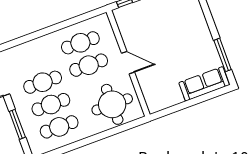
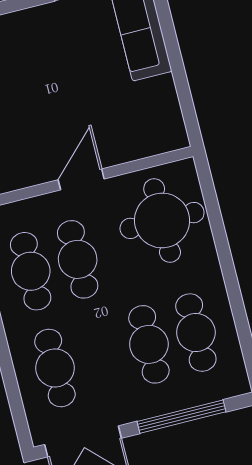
cafe table: (43, 82) -> (55, 368), moved
window: (17, 124) -> (182, 417), width x1.46

